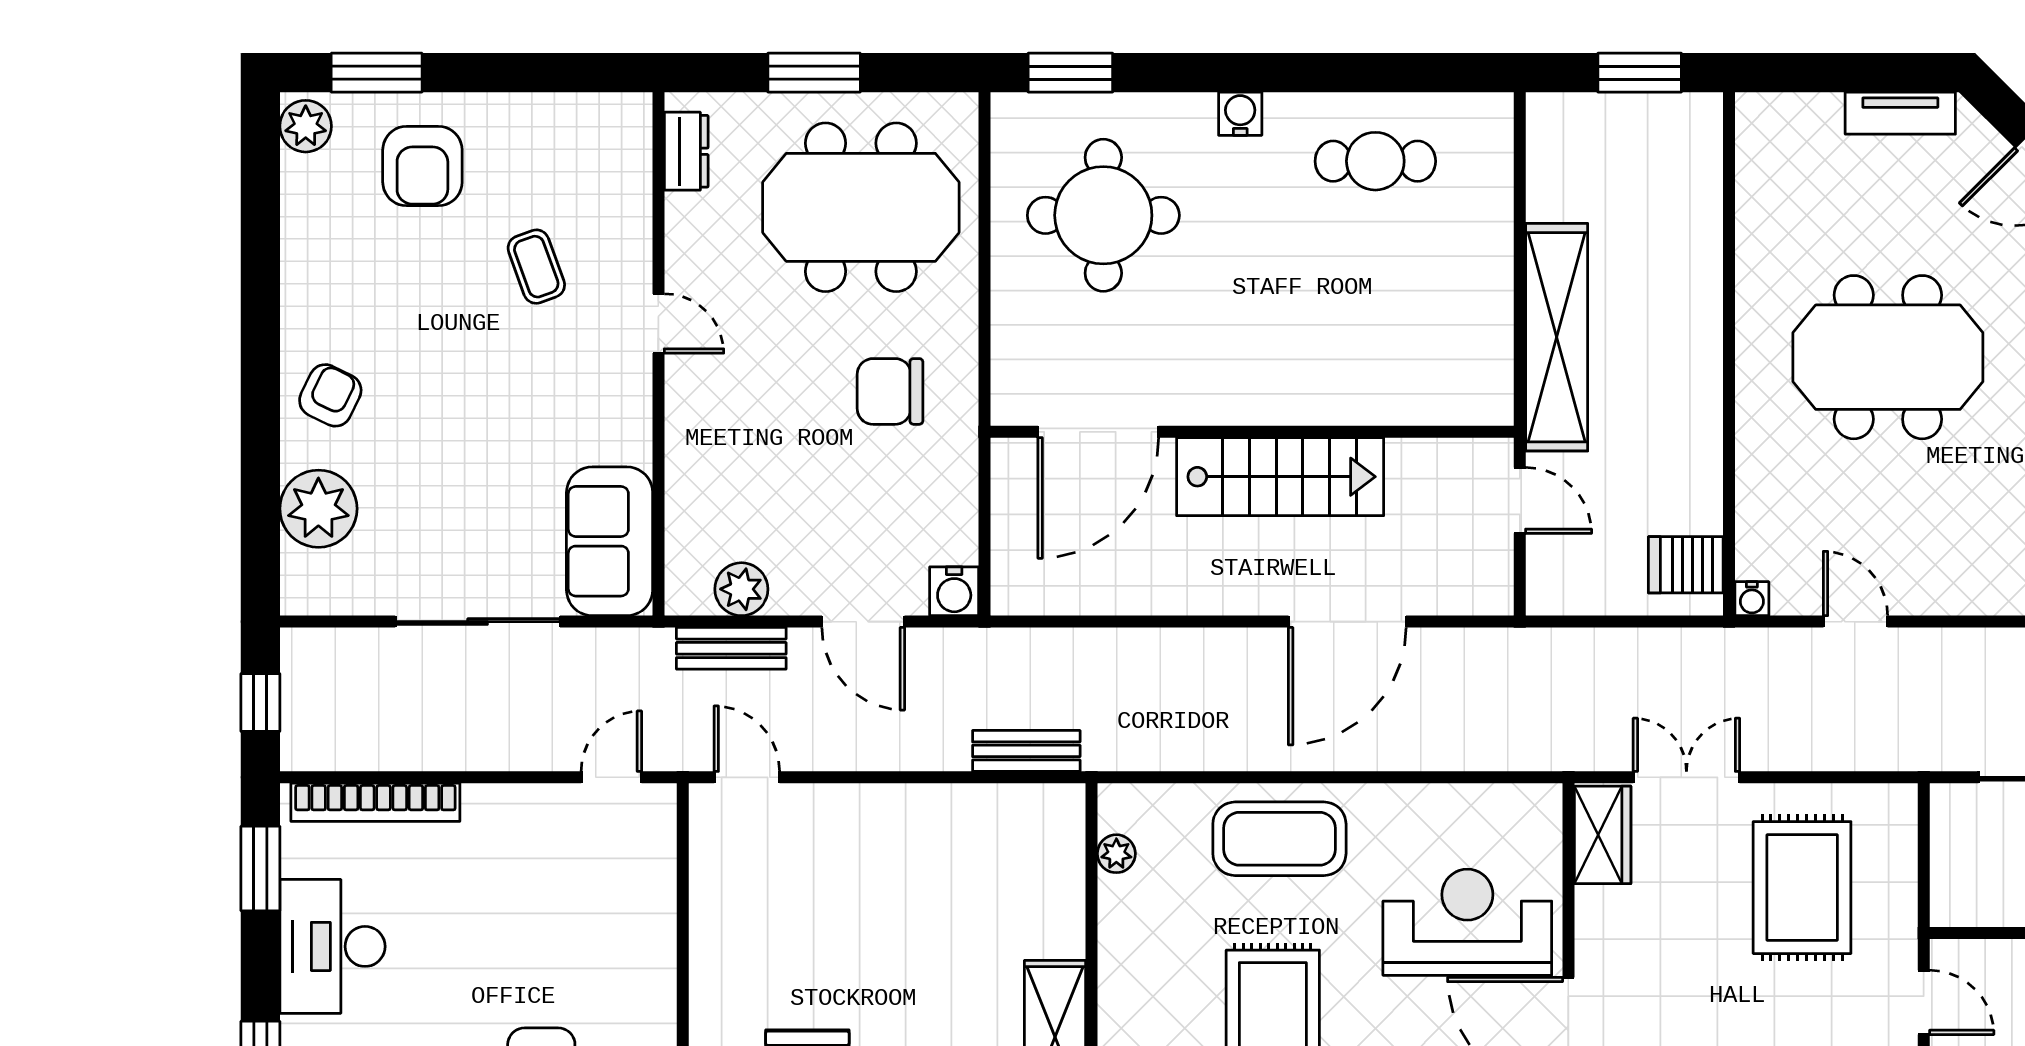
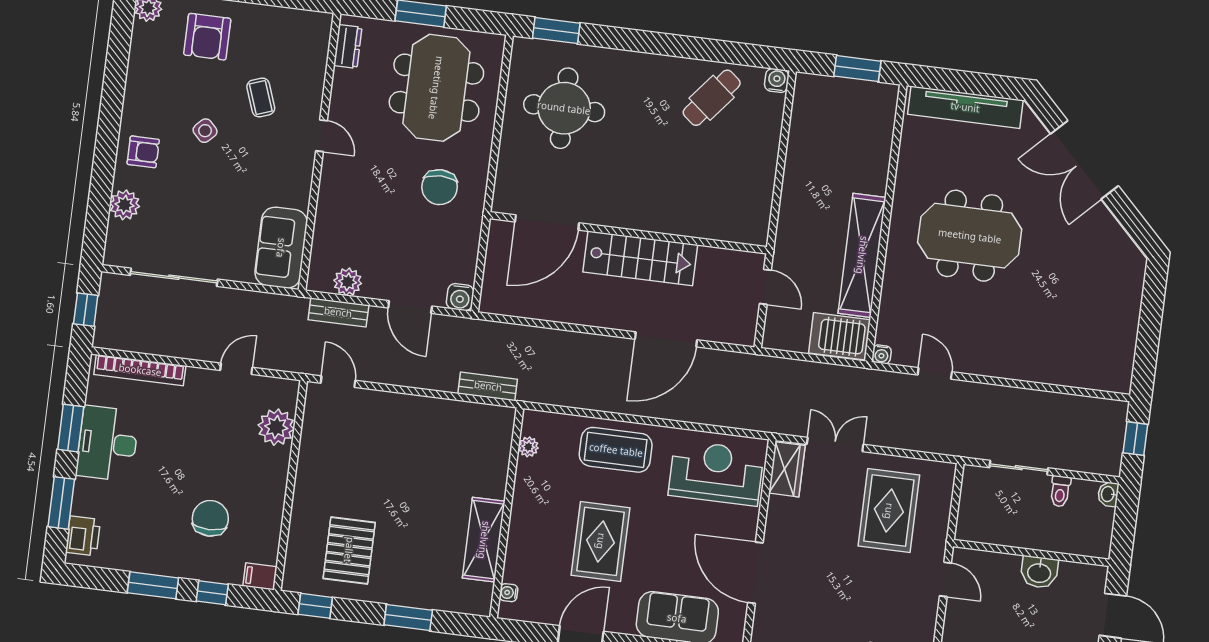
tv unit: (1900, 113) -> (965, 107), width x1.92, depth x1.29
water cooler: (1240, 114) -> (777, 80), moved
cafe table: (1375, 161) -> (712, 98), turned -51
meeting table: (861, 207) -> (436, 88), turned 90
shelving: (1557, 337) -> (862, 255), moved
side table: (440, 342) -> (205, 131), added
chair: (890, 391) -> (440, 187), turned -90
armchair: (330, 395) -> (143, 152), turned 64
plant: (318, 509) -> (125, 205), width x0.73, depth x0.73
server rack: (1686, 565) -> (840, 336), width x1.36, depth x1.44
sliding door: (478, 622) -> (174, 277), moved
door: (611, 777) -> (236, 369), moved
window: (260, 869) -> (71, 428), moved
plant: (642, 876) -> (276, 427), added
reception desk: (1467, 922) -> (716, 473), moved

